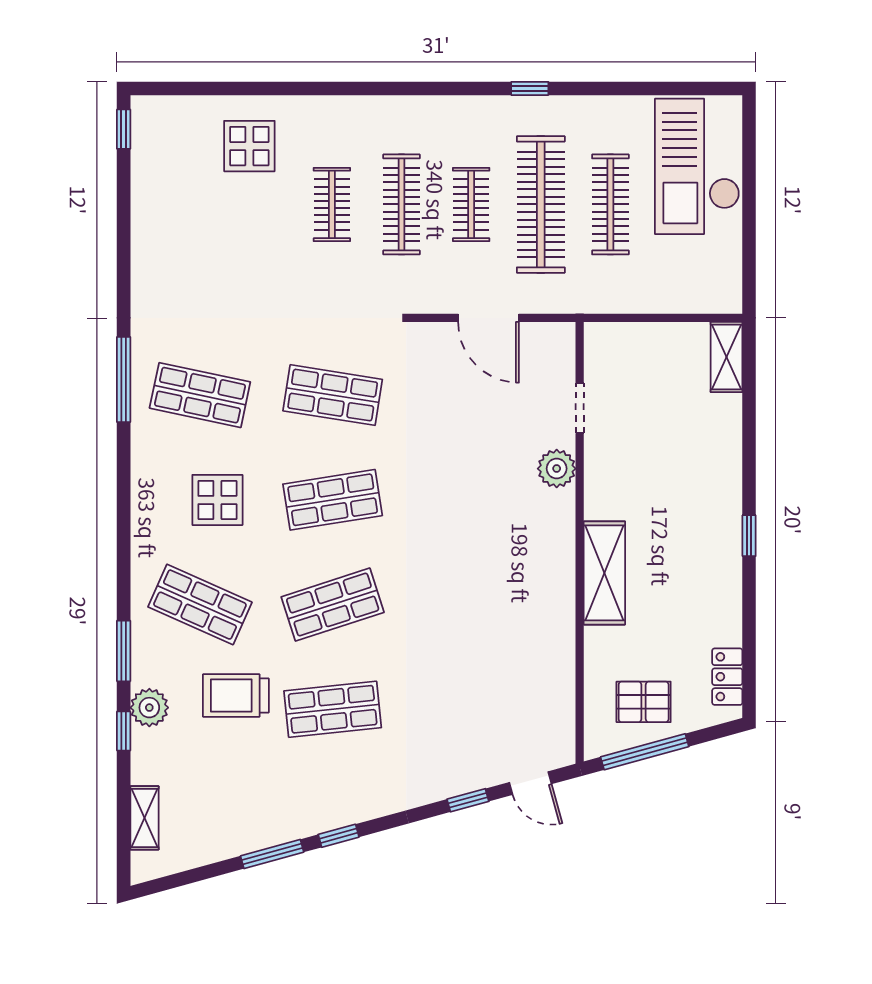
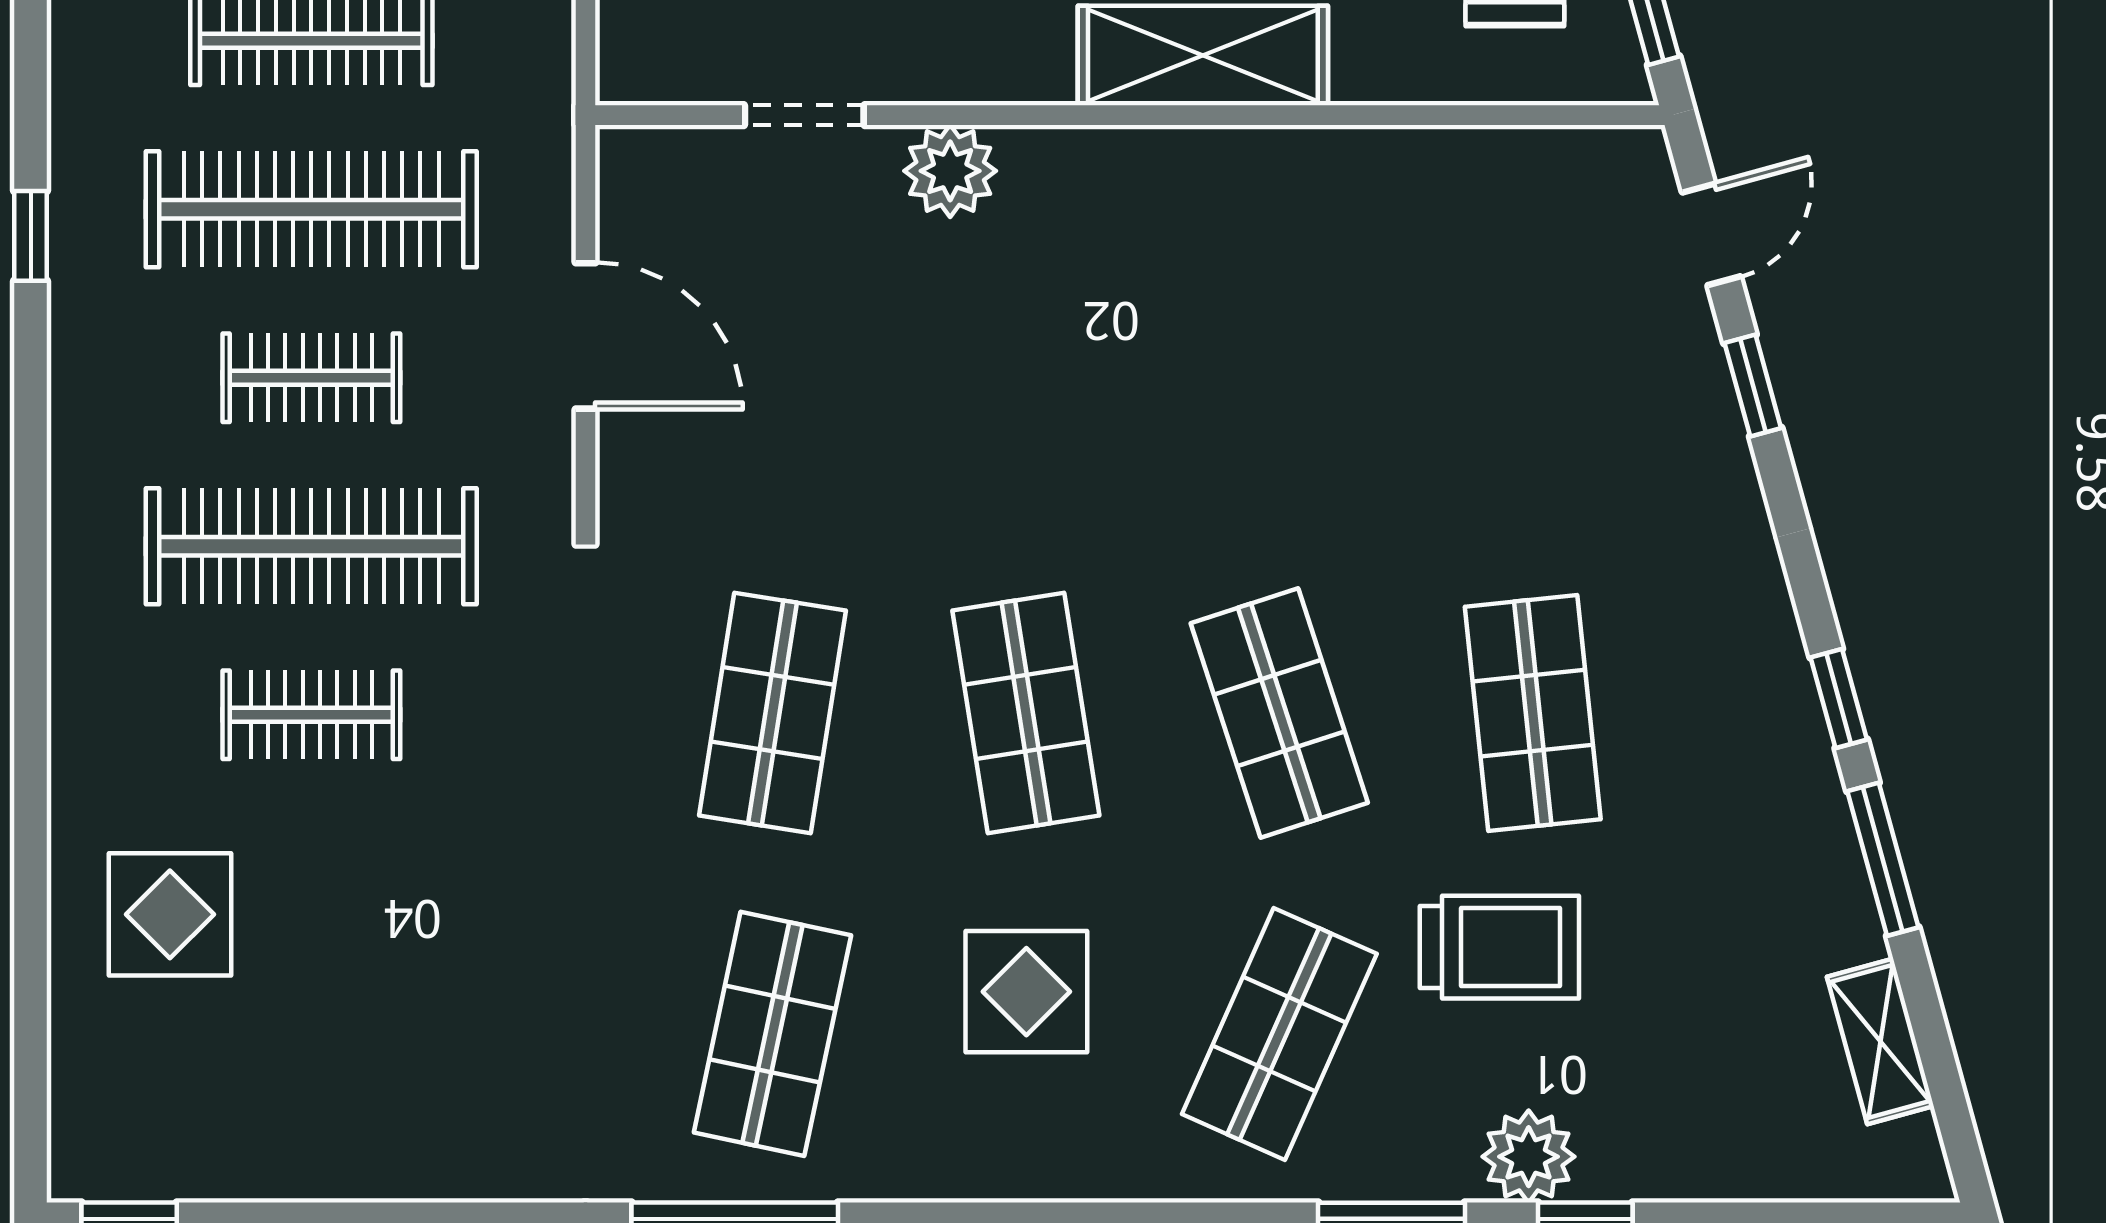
clothes rail: (402, 204) -> (311, 546), width x1.37, depth x1.31
door: (488, 318) -> (586, 336), hinge flipped
trolley: (236, 695) -> (1499, 947), turned -90
shelving: (145, 818) -> (1880, 1041), moved, turned 75

